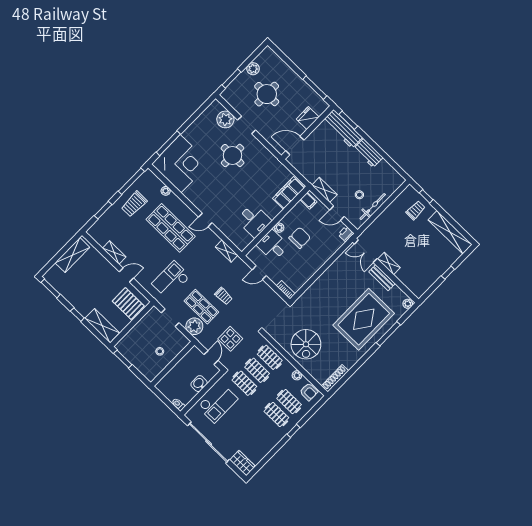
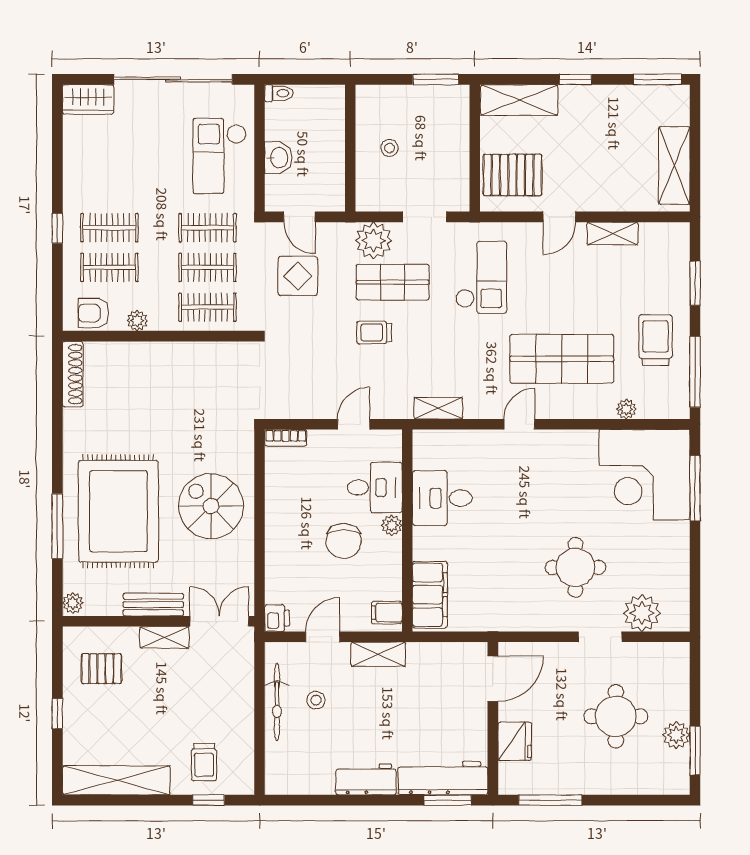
window: (232, 78) -> (695, 750), moved
pallet: (419, 273) -> (101, 669), added
spiral stairs: (306, 344) -> (211, 506), moved

